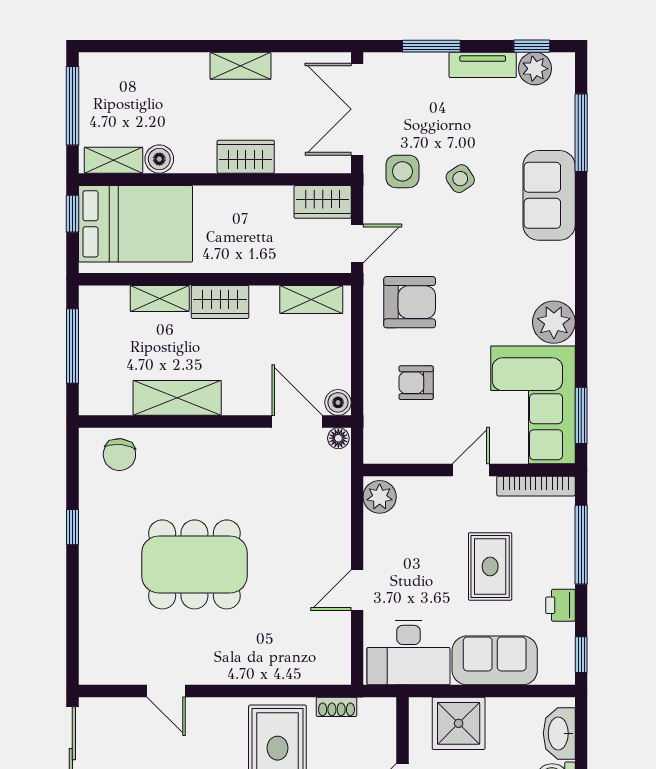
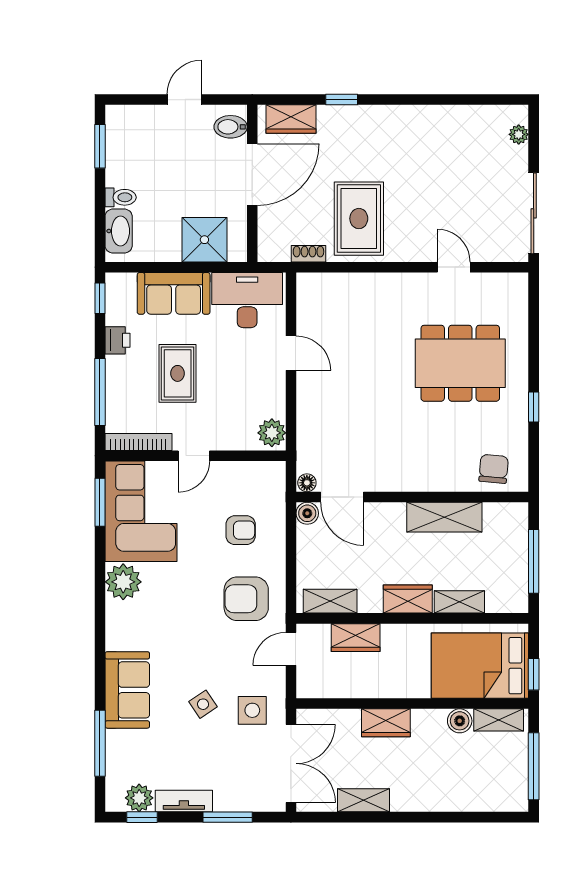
shelving: (240, 66) -> (364, 800), moved
wardrobe: (323, 202) -> (356, 638), moved, turned 180
dining table: (194, 564) -> (460, 363), moved
door: (357, 590) -> (291, 353), hinge flipped

